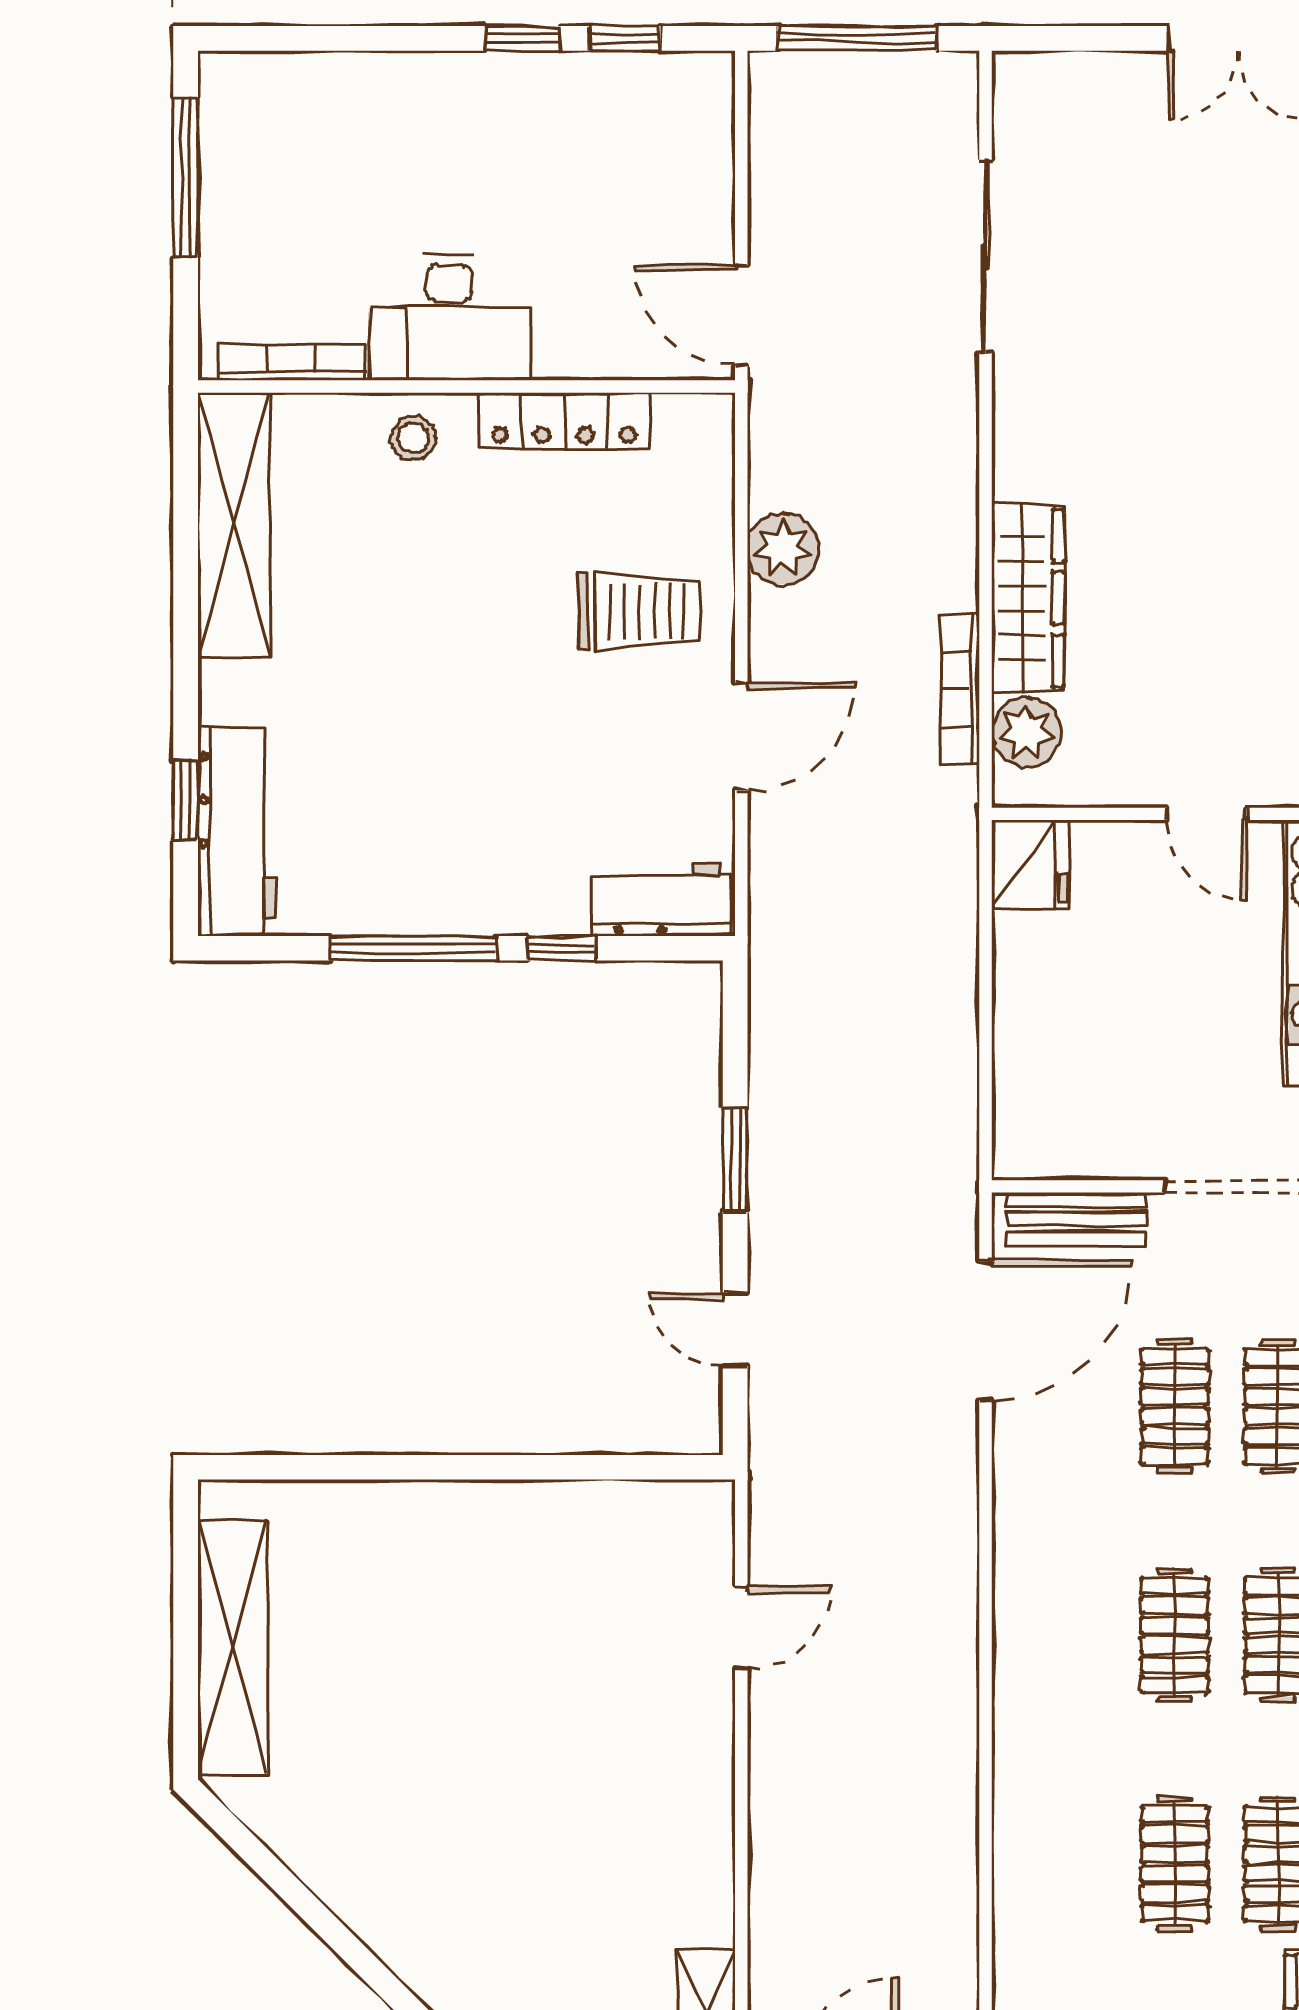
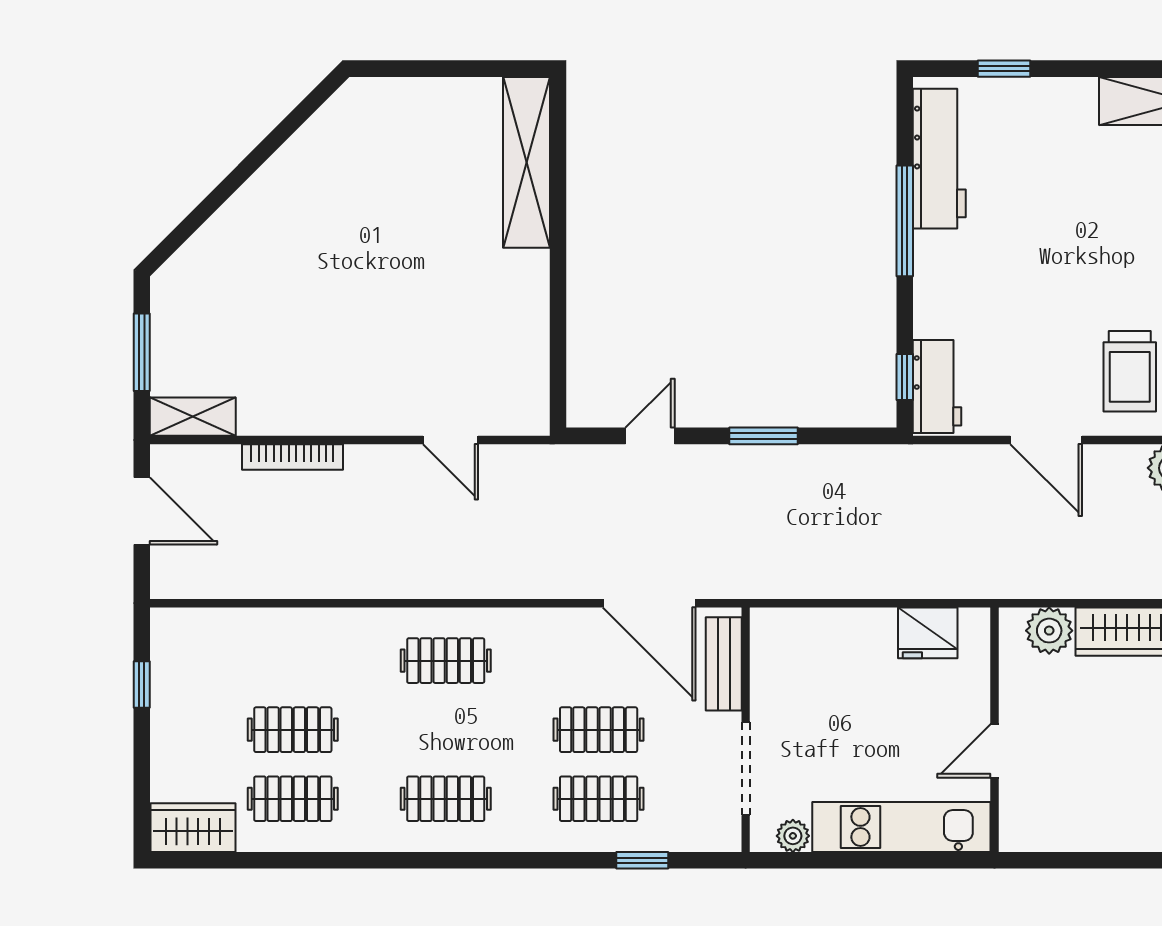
bookcase: (960, 690) -> (292, 457), moved, turned 180
workbench: (237, 831) -> (939, 159), moved, turned -90
fridge: (1030, 864) -> (928, 633), moved
window: (562, 948) -> (905, 377), moved
clothes rail: (1175, 1635) -> (446, 661), moved
shelving: (233, 1648) -> (526, 162), moved, turned 90

